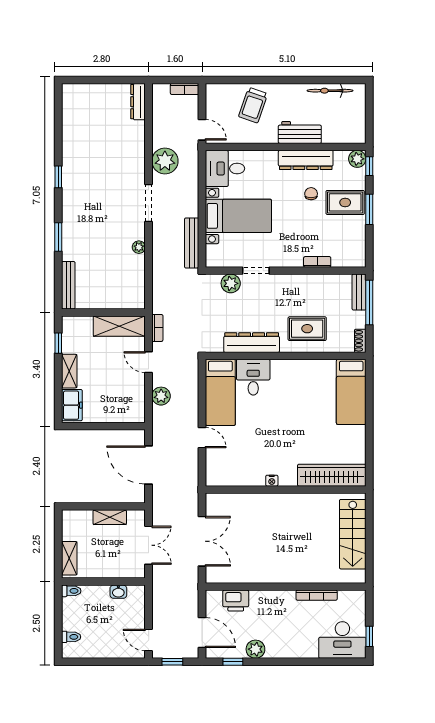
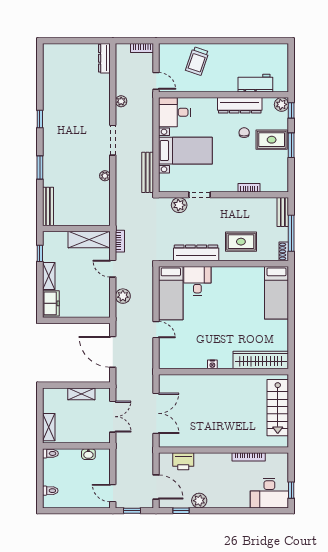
bicycle: (330, 91) -> (259, 49), removed
workbench: (300, 132) -> (255, 83), moved
plant: (165, 161) -> (121, 101), width x0.53, depth x0.53
window: (369, 302) -> (291, 233), moved

